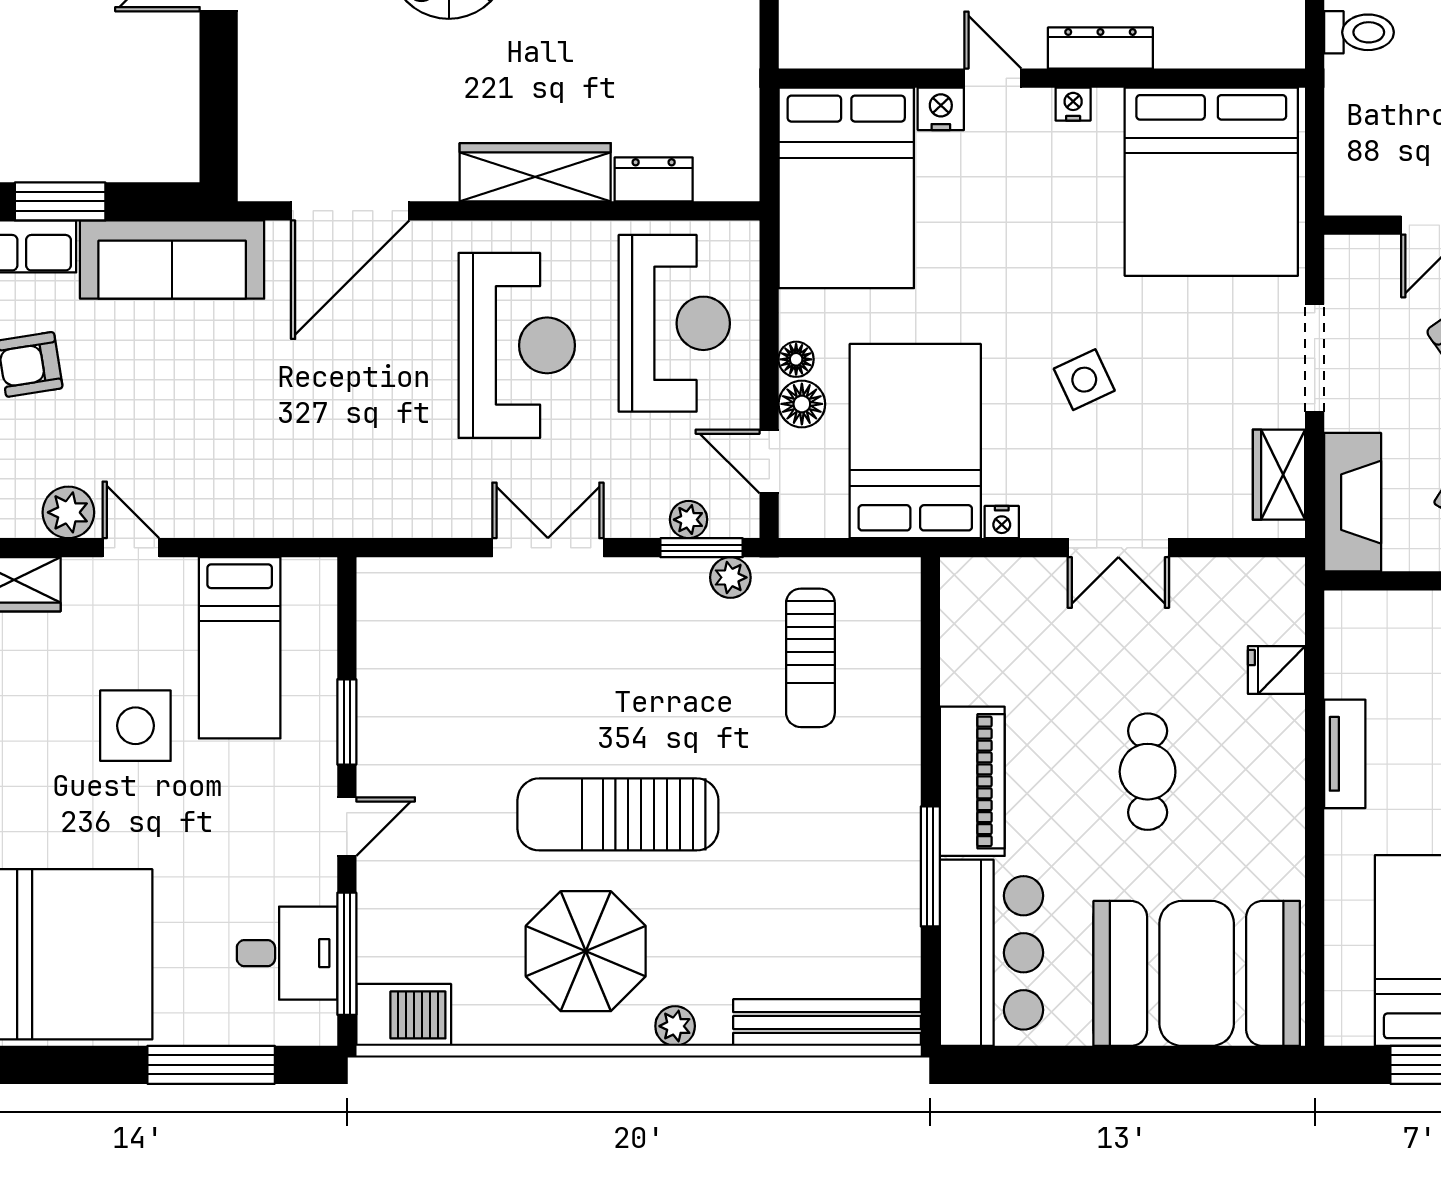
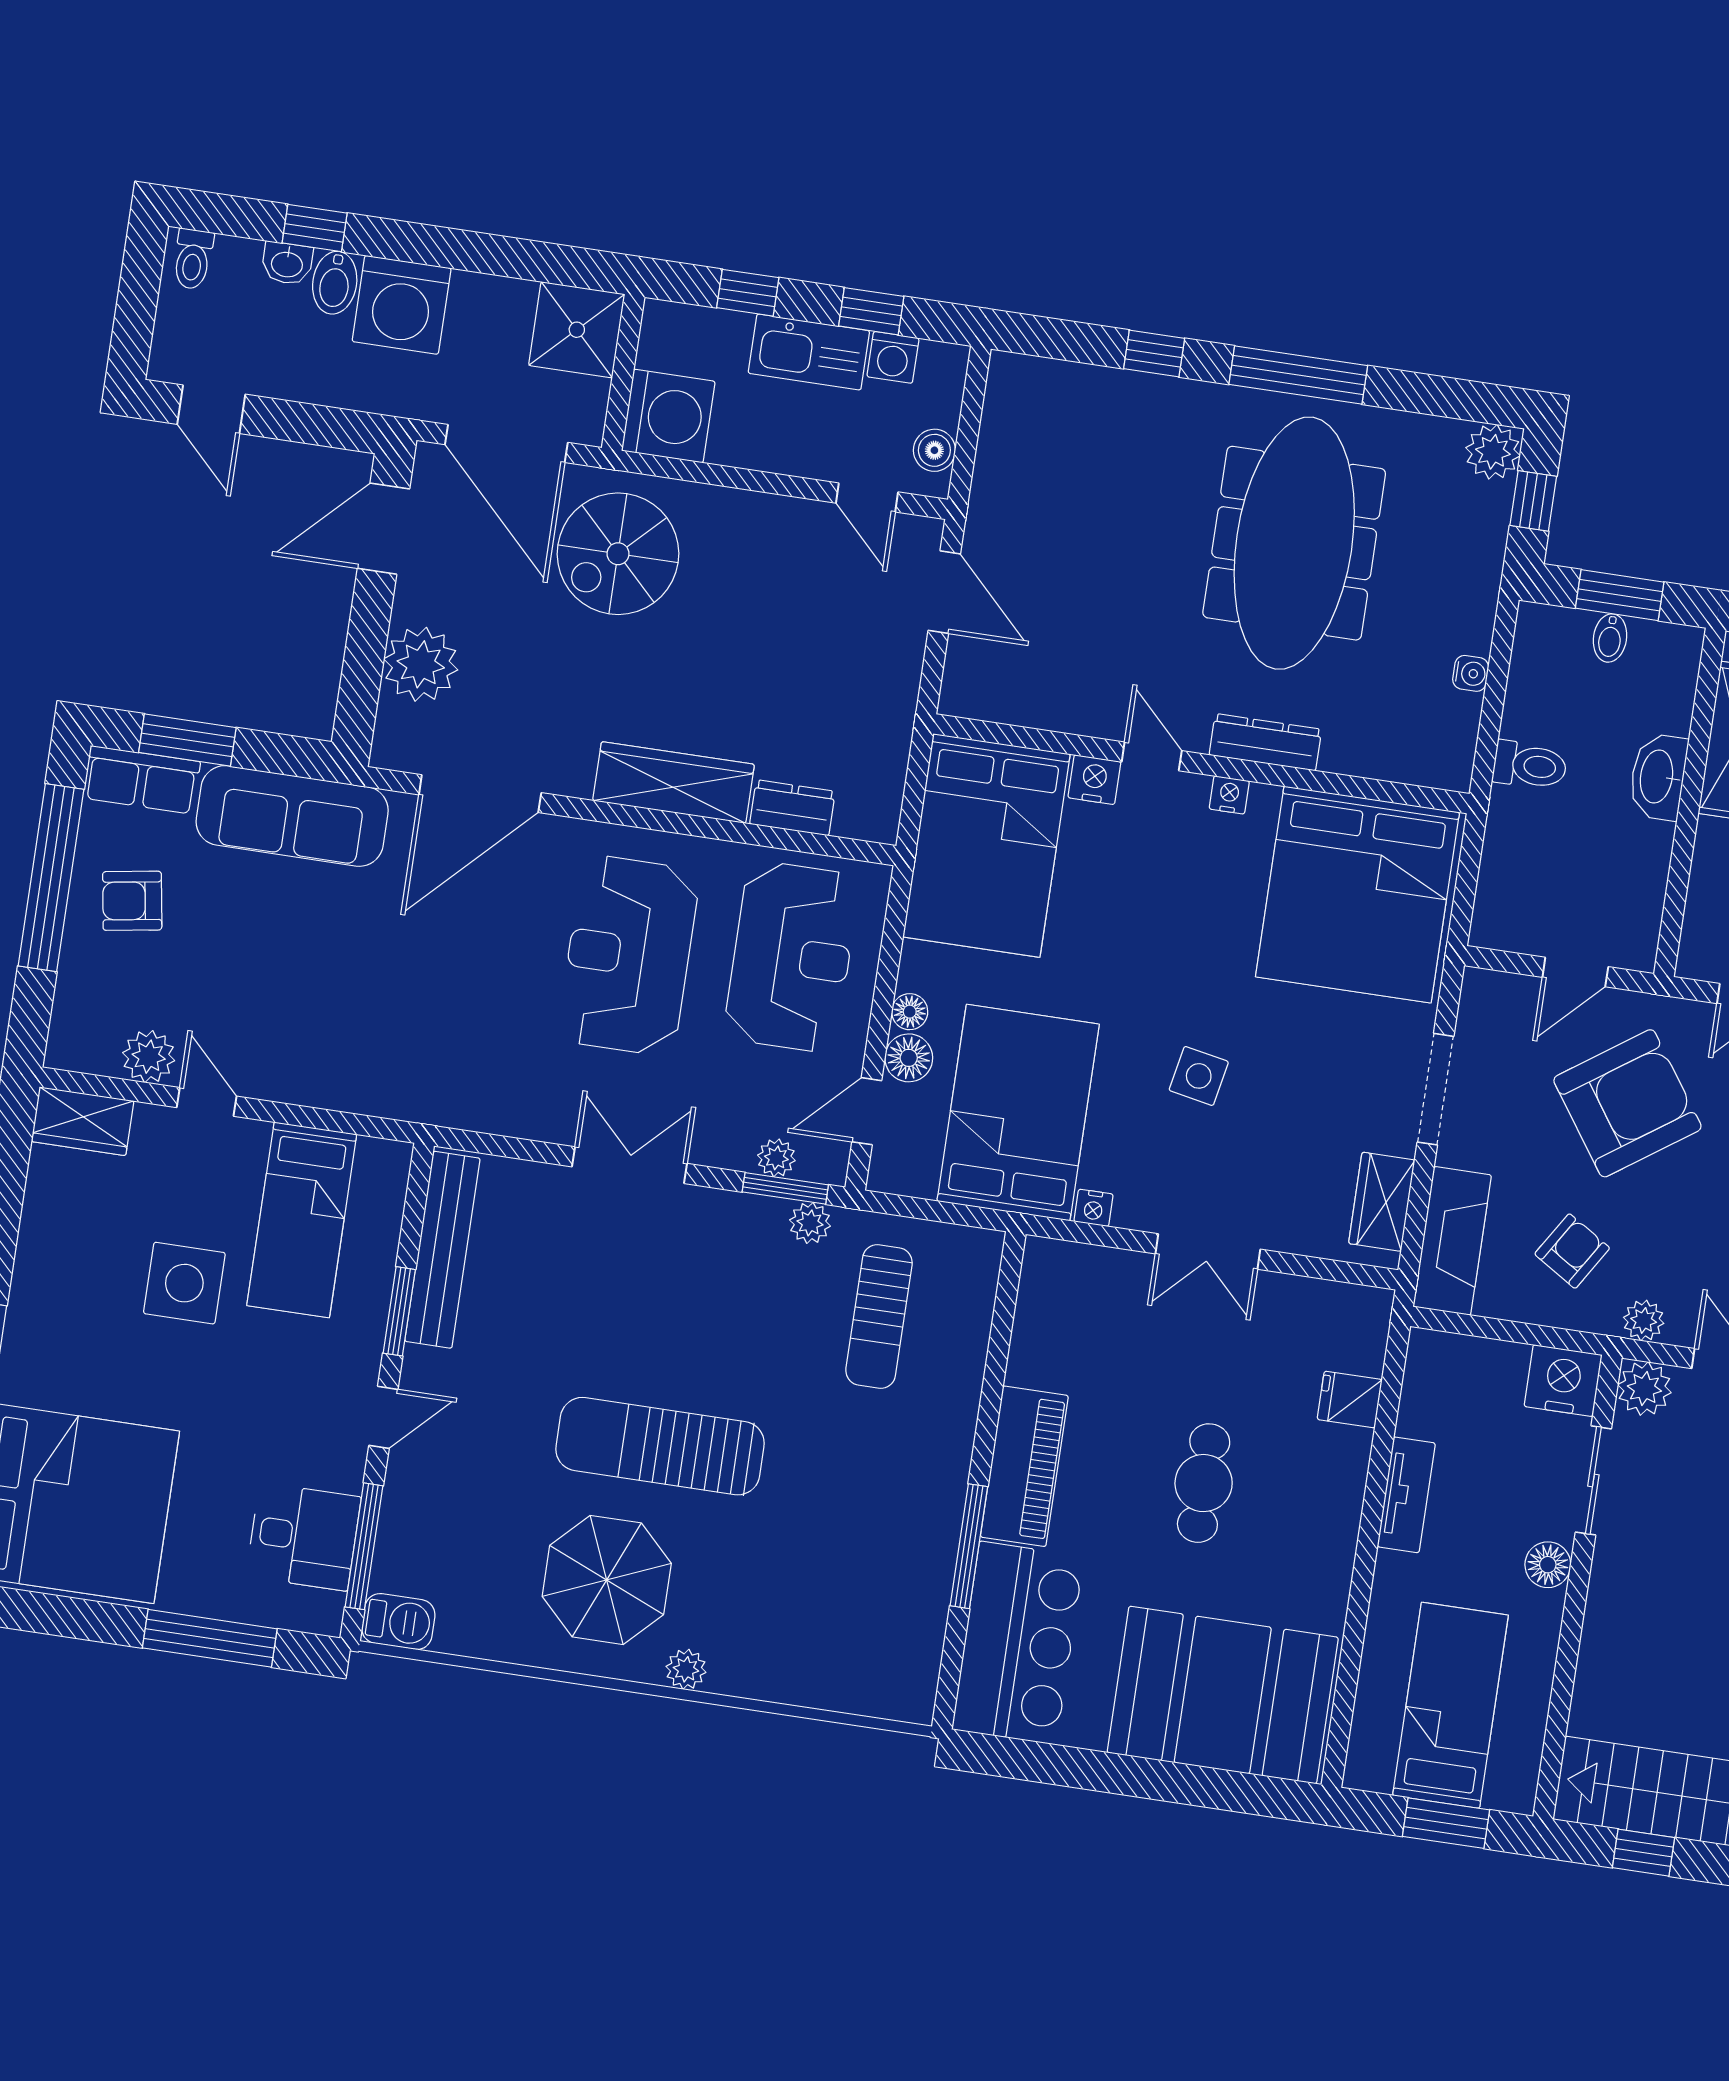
plant: (274, 95) -> (421, 664), added
reception desk: (517, 345) -> (629, 955), turned 180
side table: (1084, 380) -> (1199, 1076), turned 36
door: (769, 461) -> (867, 1111), hinge flipped
barbecue: (404, 1015) -> (398, 1622), width x0.73, depth x0.79
bench: (827, 1022) -> (442, 1250), moved, turned 90

